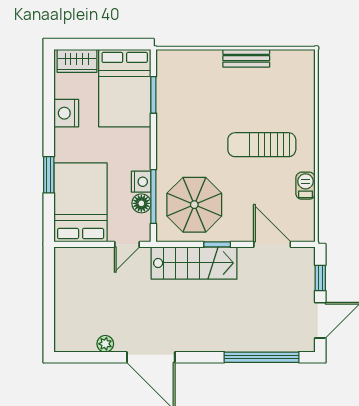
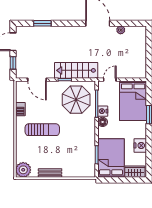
plant: (300, 65) -> (23, 170), added
floor lamp: (141, 203) -> (103, 122), moved
window: (261, 357) -> (42, 23), width x0.47

